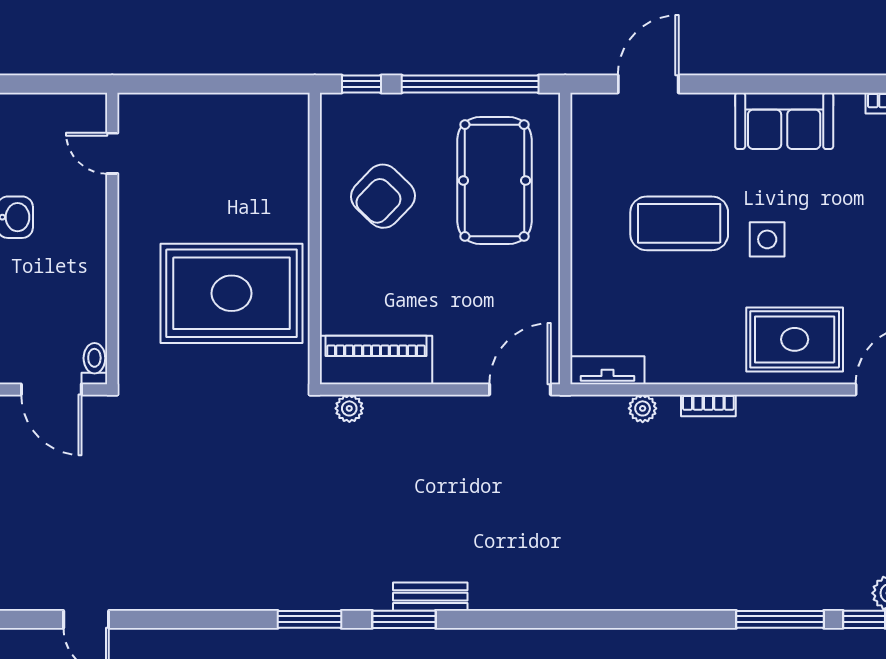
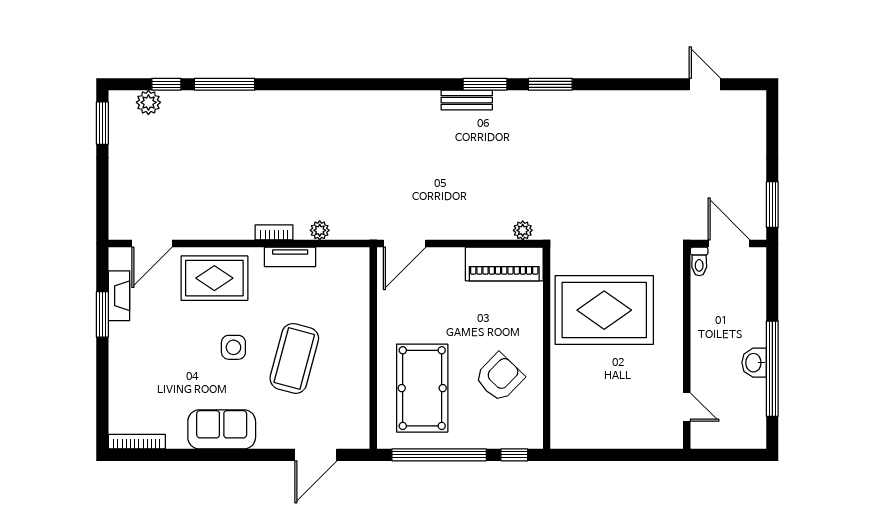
coffee table: (679, 223) -> (294, 358), turned -75
tv unit: (607, 370) -> (290, 257), moved

